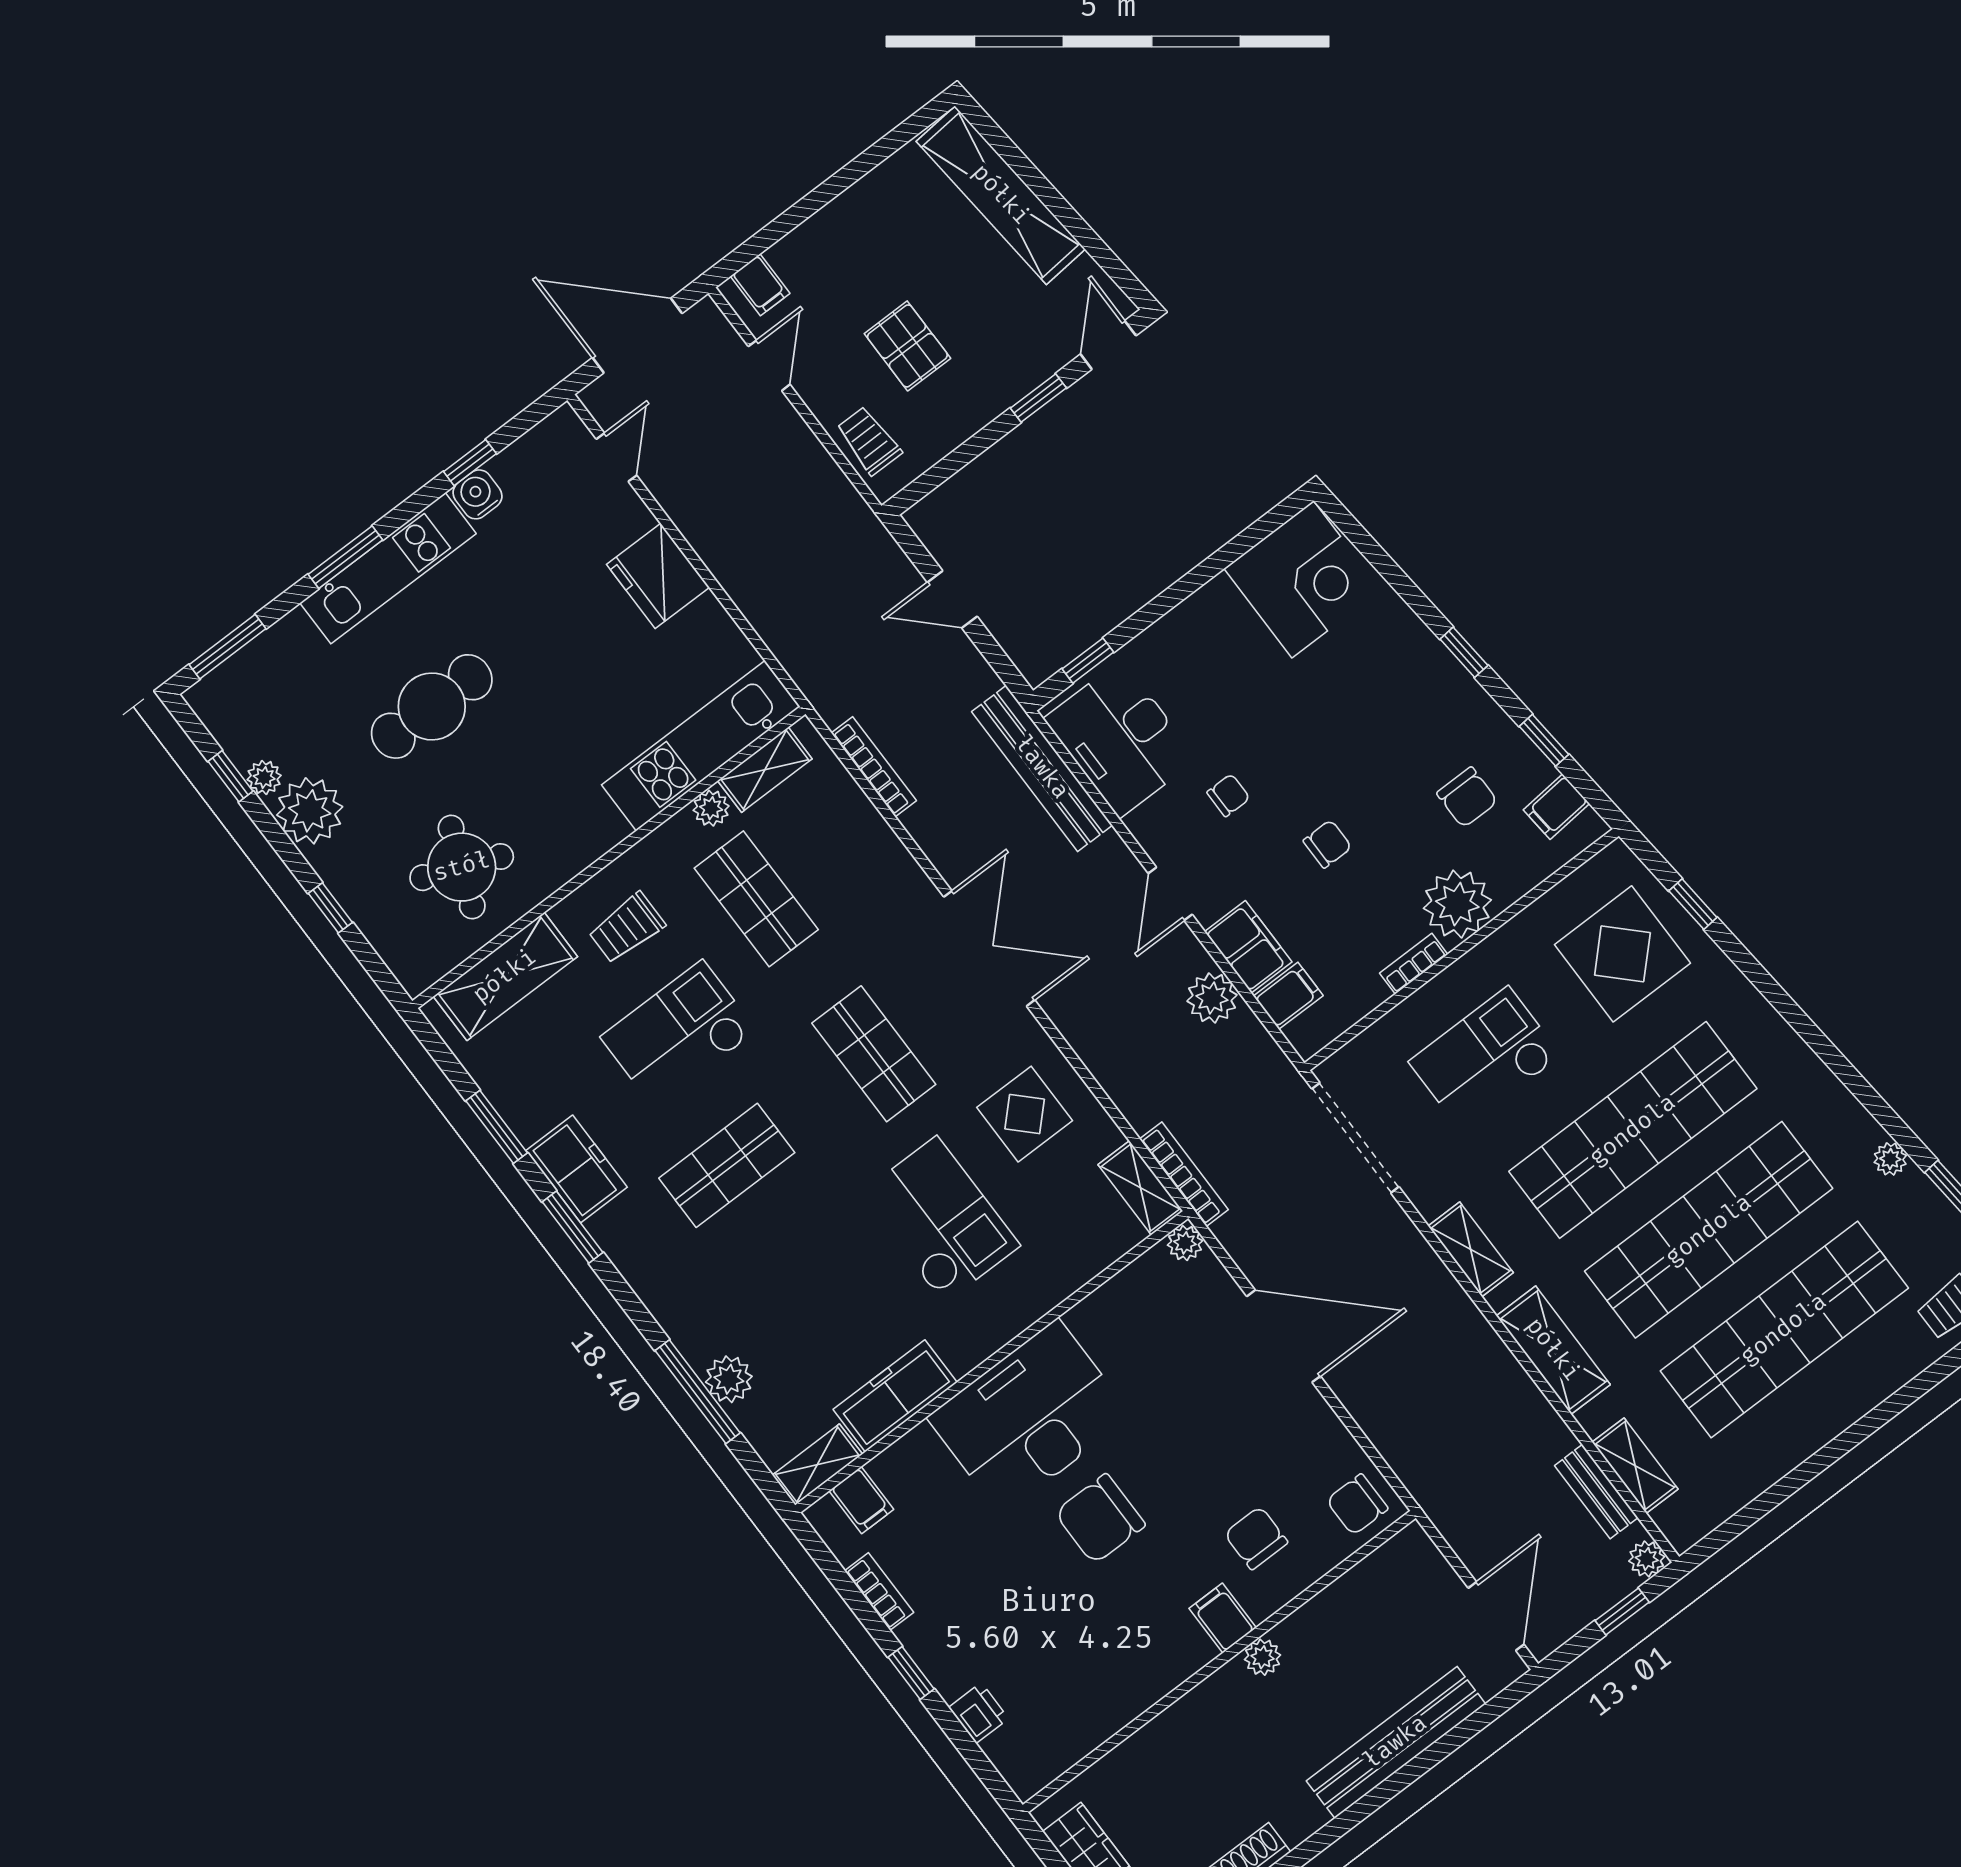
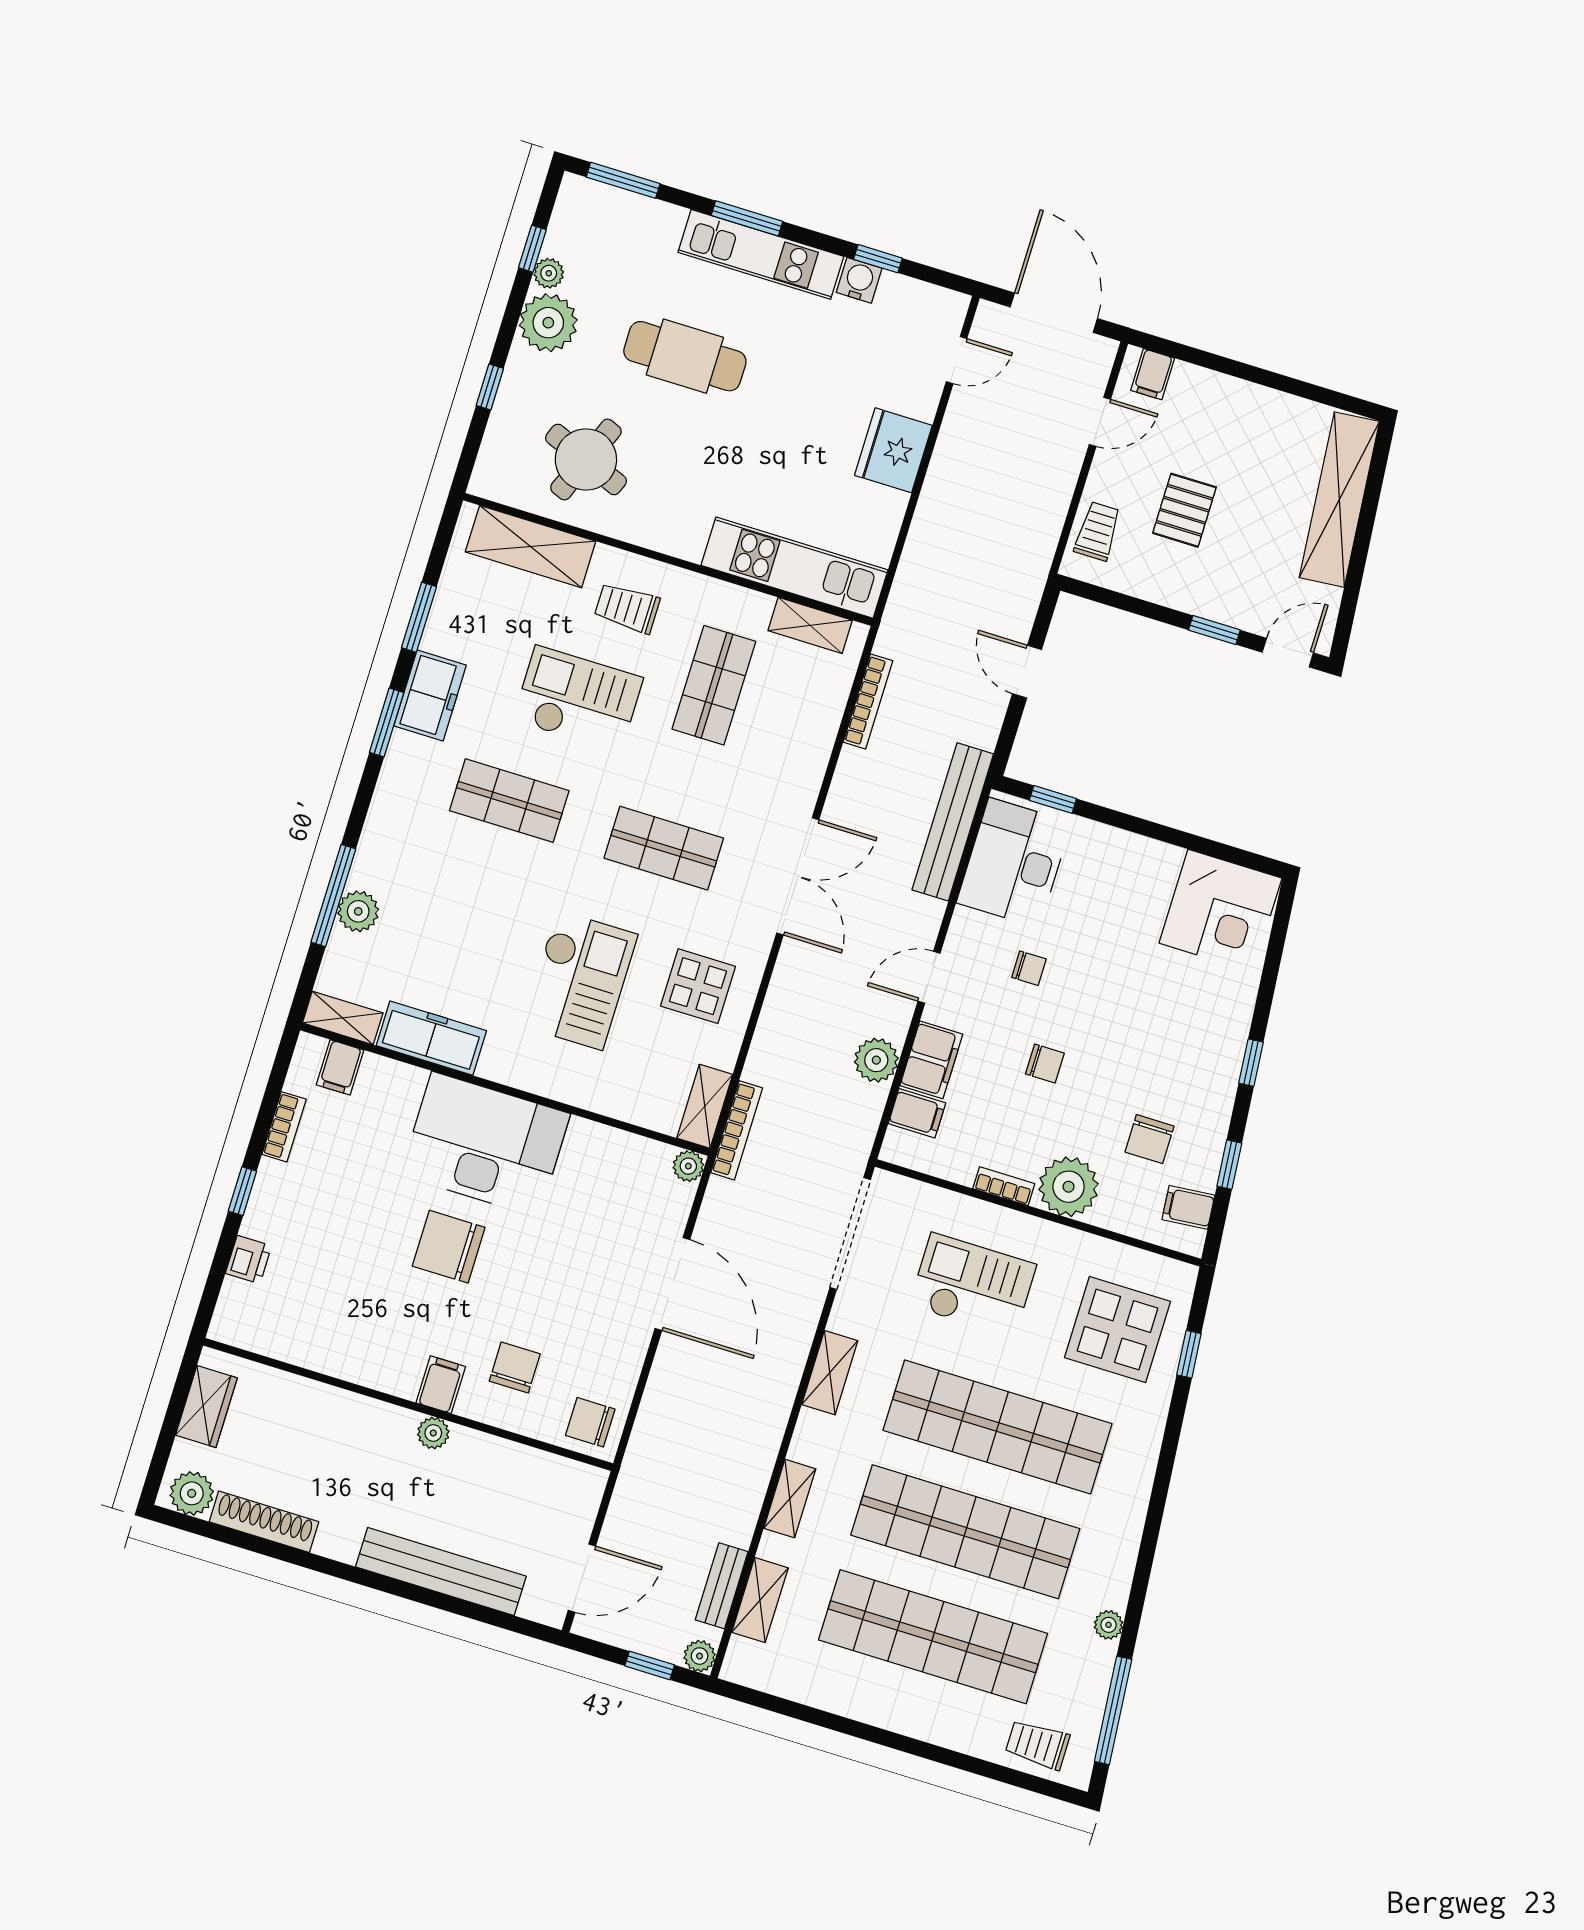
plant: (711, 808) -> (755, 607), removed
shop shelf: (874, 1054) -> (664, 848), turned 90
shelving: (1553, 1350) -> (790, 1499), width x0.67, depth x0.75

